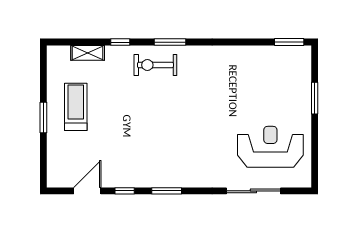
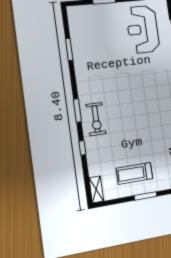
window: (289, 42) -> (69, 49), moved
shelving: (88, 53) -> (96, 189), moved

